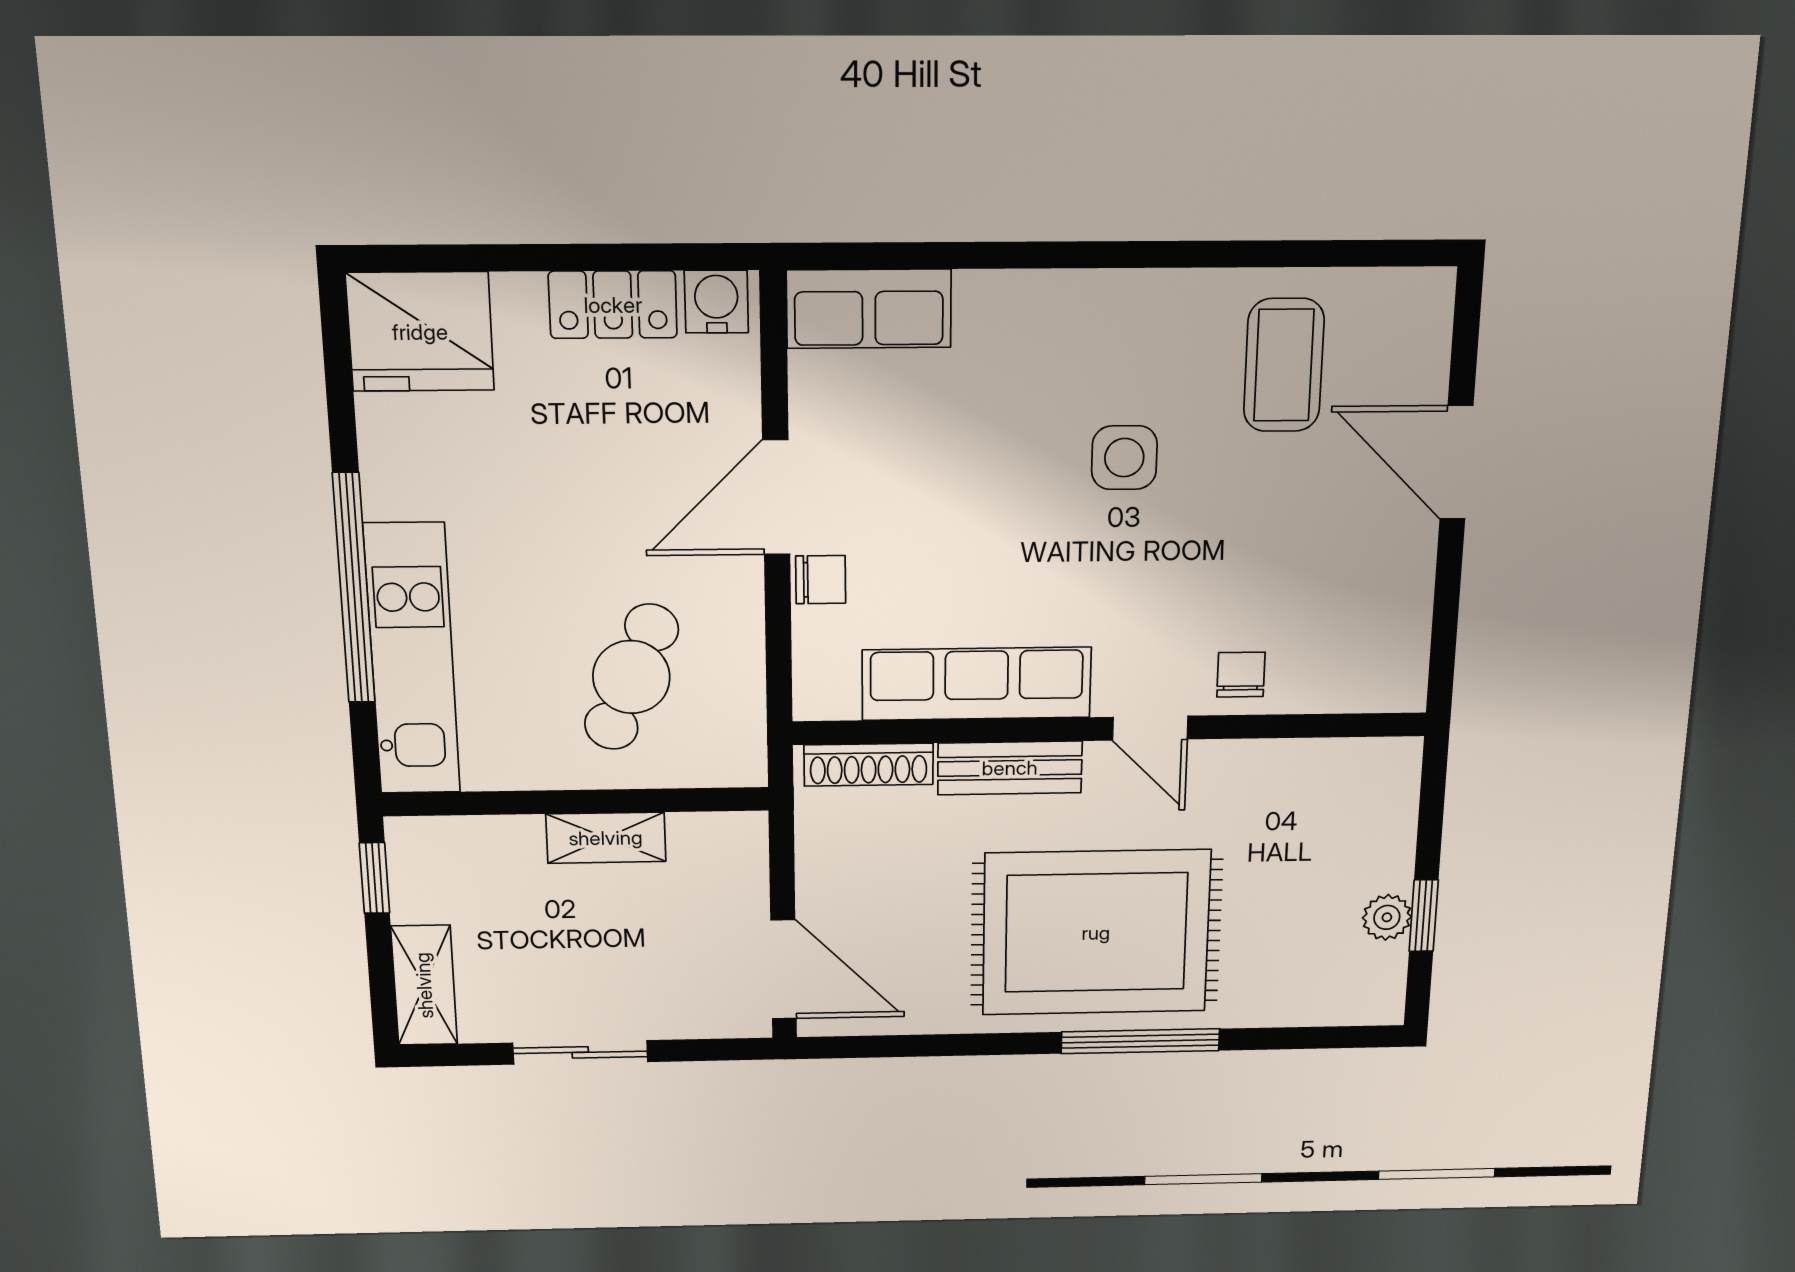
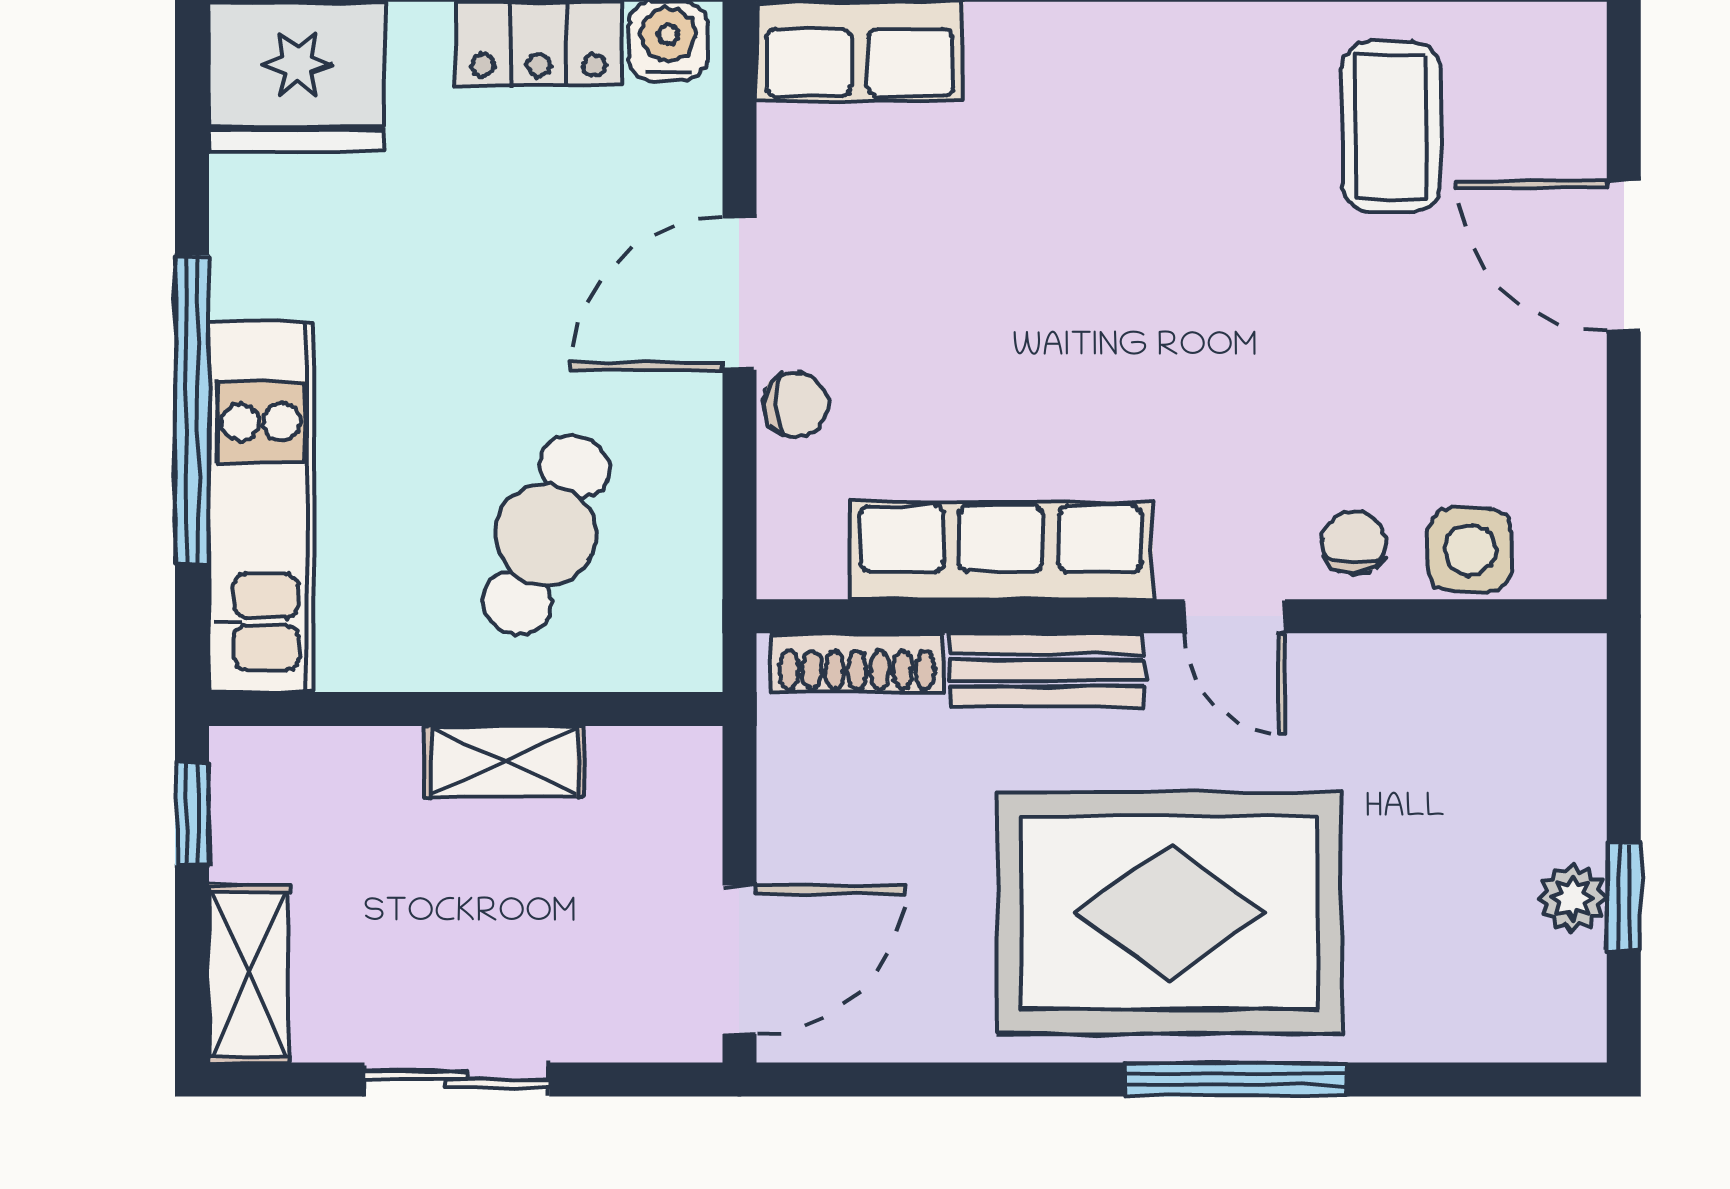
side table: (1124, 458) -> (1470, 550), moved
door: (784, 969) -> (739, 960), hinge flipped

